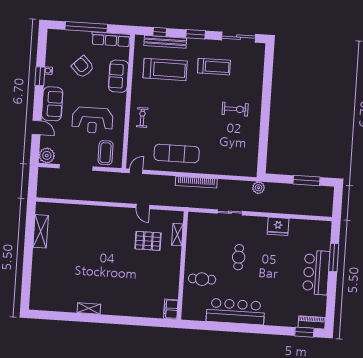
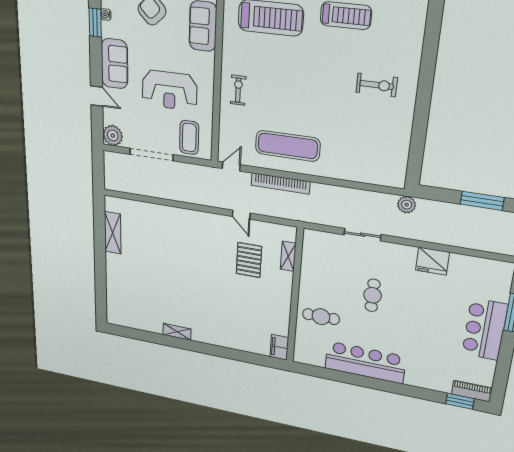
bookcase: (196, 182) -> (280, 183), moved
pallet: (148, 241) -> (249, 260), turned 90

